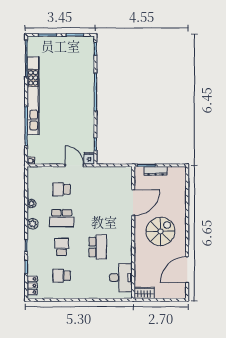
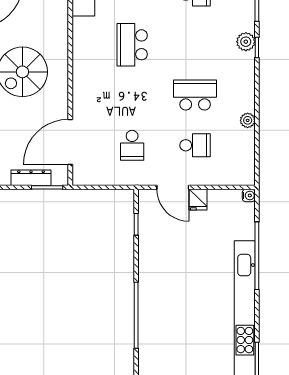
fridge: (89, 158) -> (198, 200), moved
door: (133, 203) -> (70, 142), moved
plant: (33, 224) -> (246, 42), moved
school desk: (62, 247) -> (132, 145), moved

